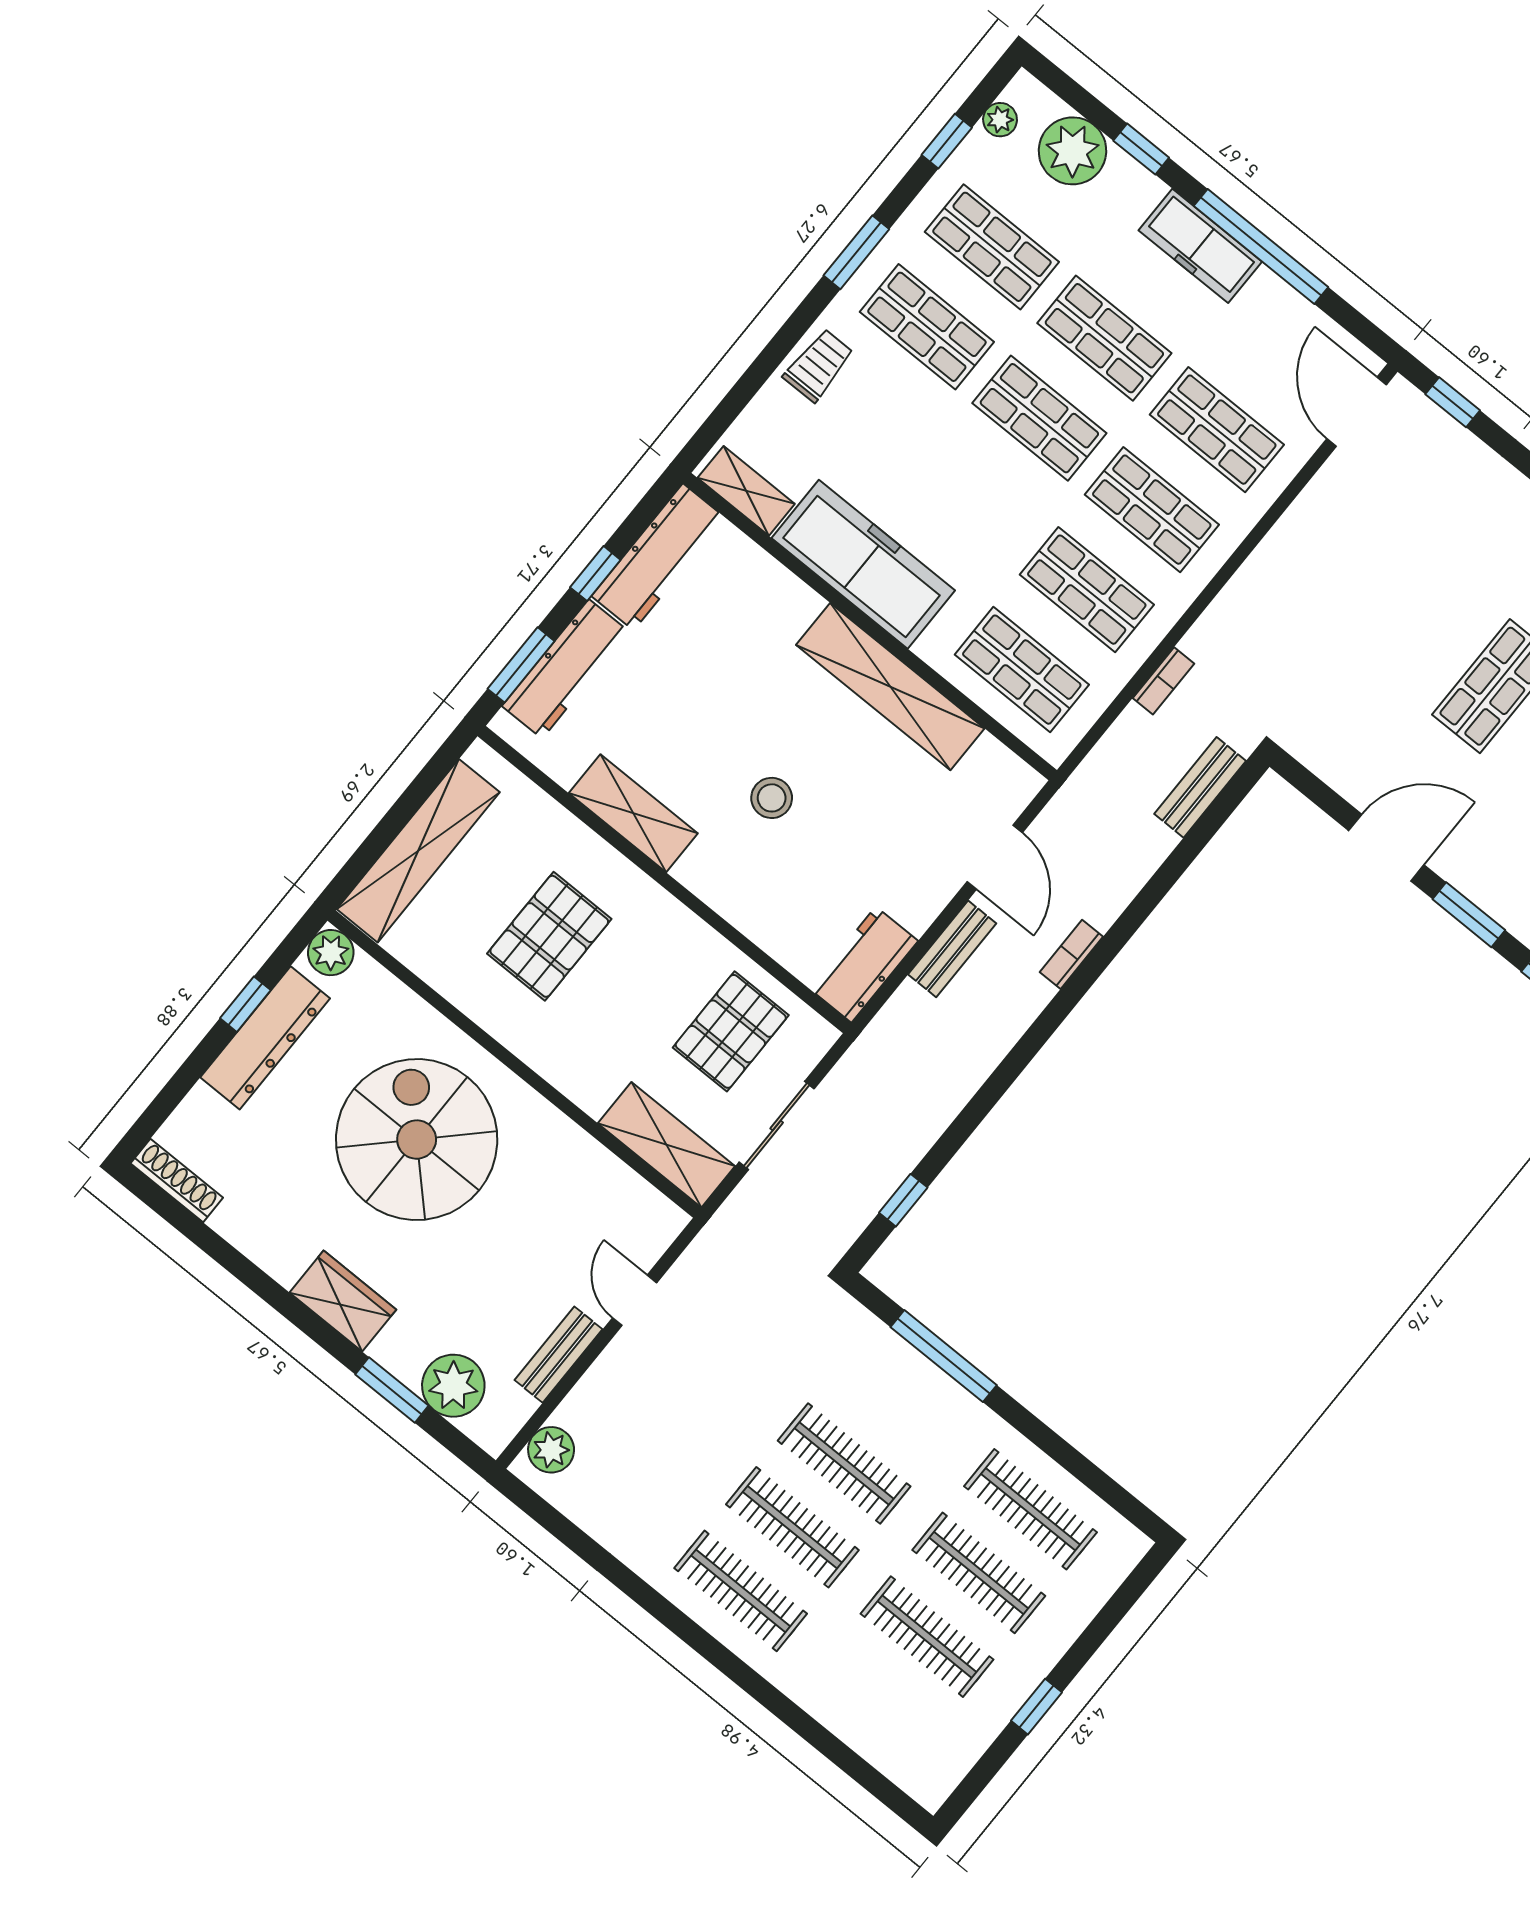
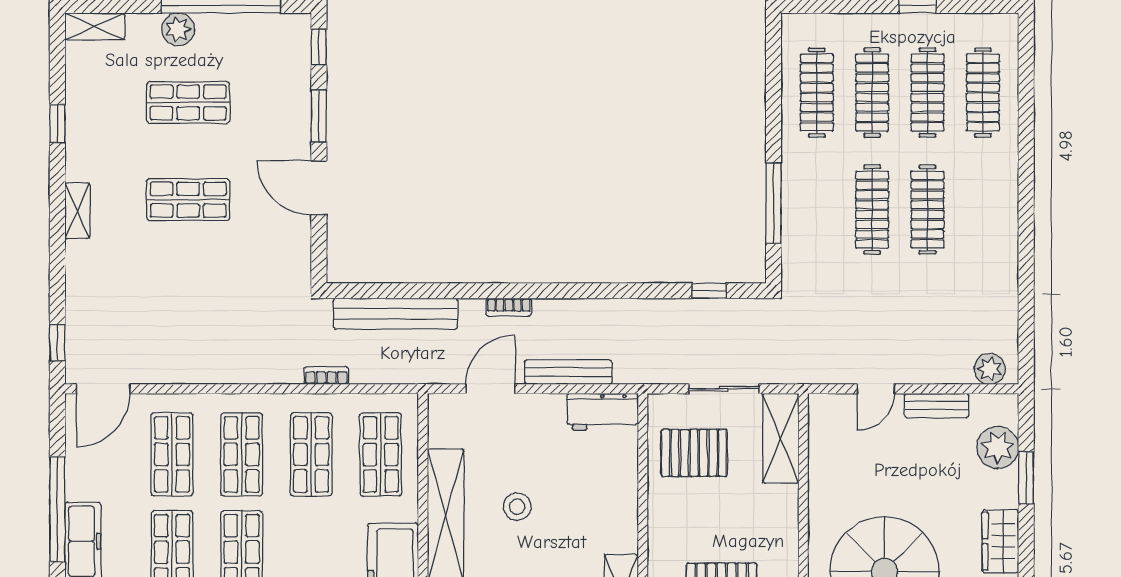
bench: (1200, 787) -> (395, 314), width x1.86, depth x1.21
stool: (772, 798) -> (517, 507), moved
bench: (952, 949) -> (568, 372), width x1.36
clothes rail: (741, 1591) -> (983, 93), moved

